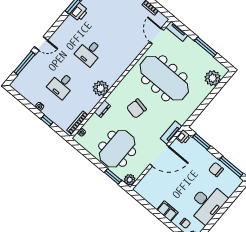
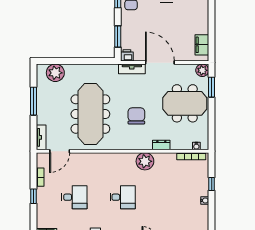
desk: (61, 85) -> (74, 197), moved
chair: (137, 109) -> (136, 116), turned -101
filing cabinet: (167, 211) -> (202, 45), moved

